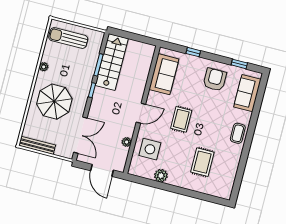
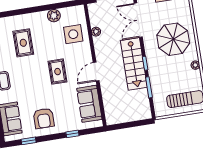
stairs: (112, 62) -> (134, 64), moved
door: (141, 113) -> (96, 72), moved

